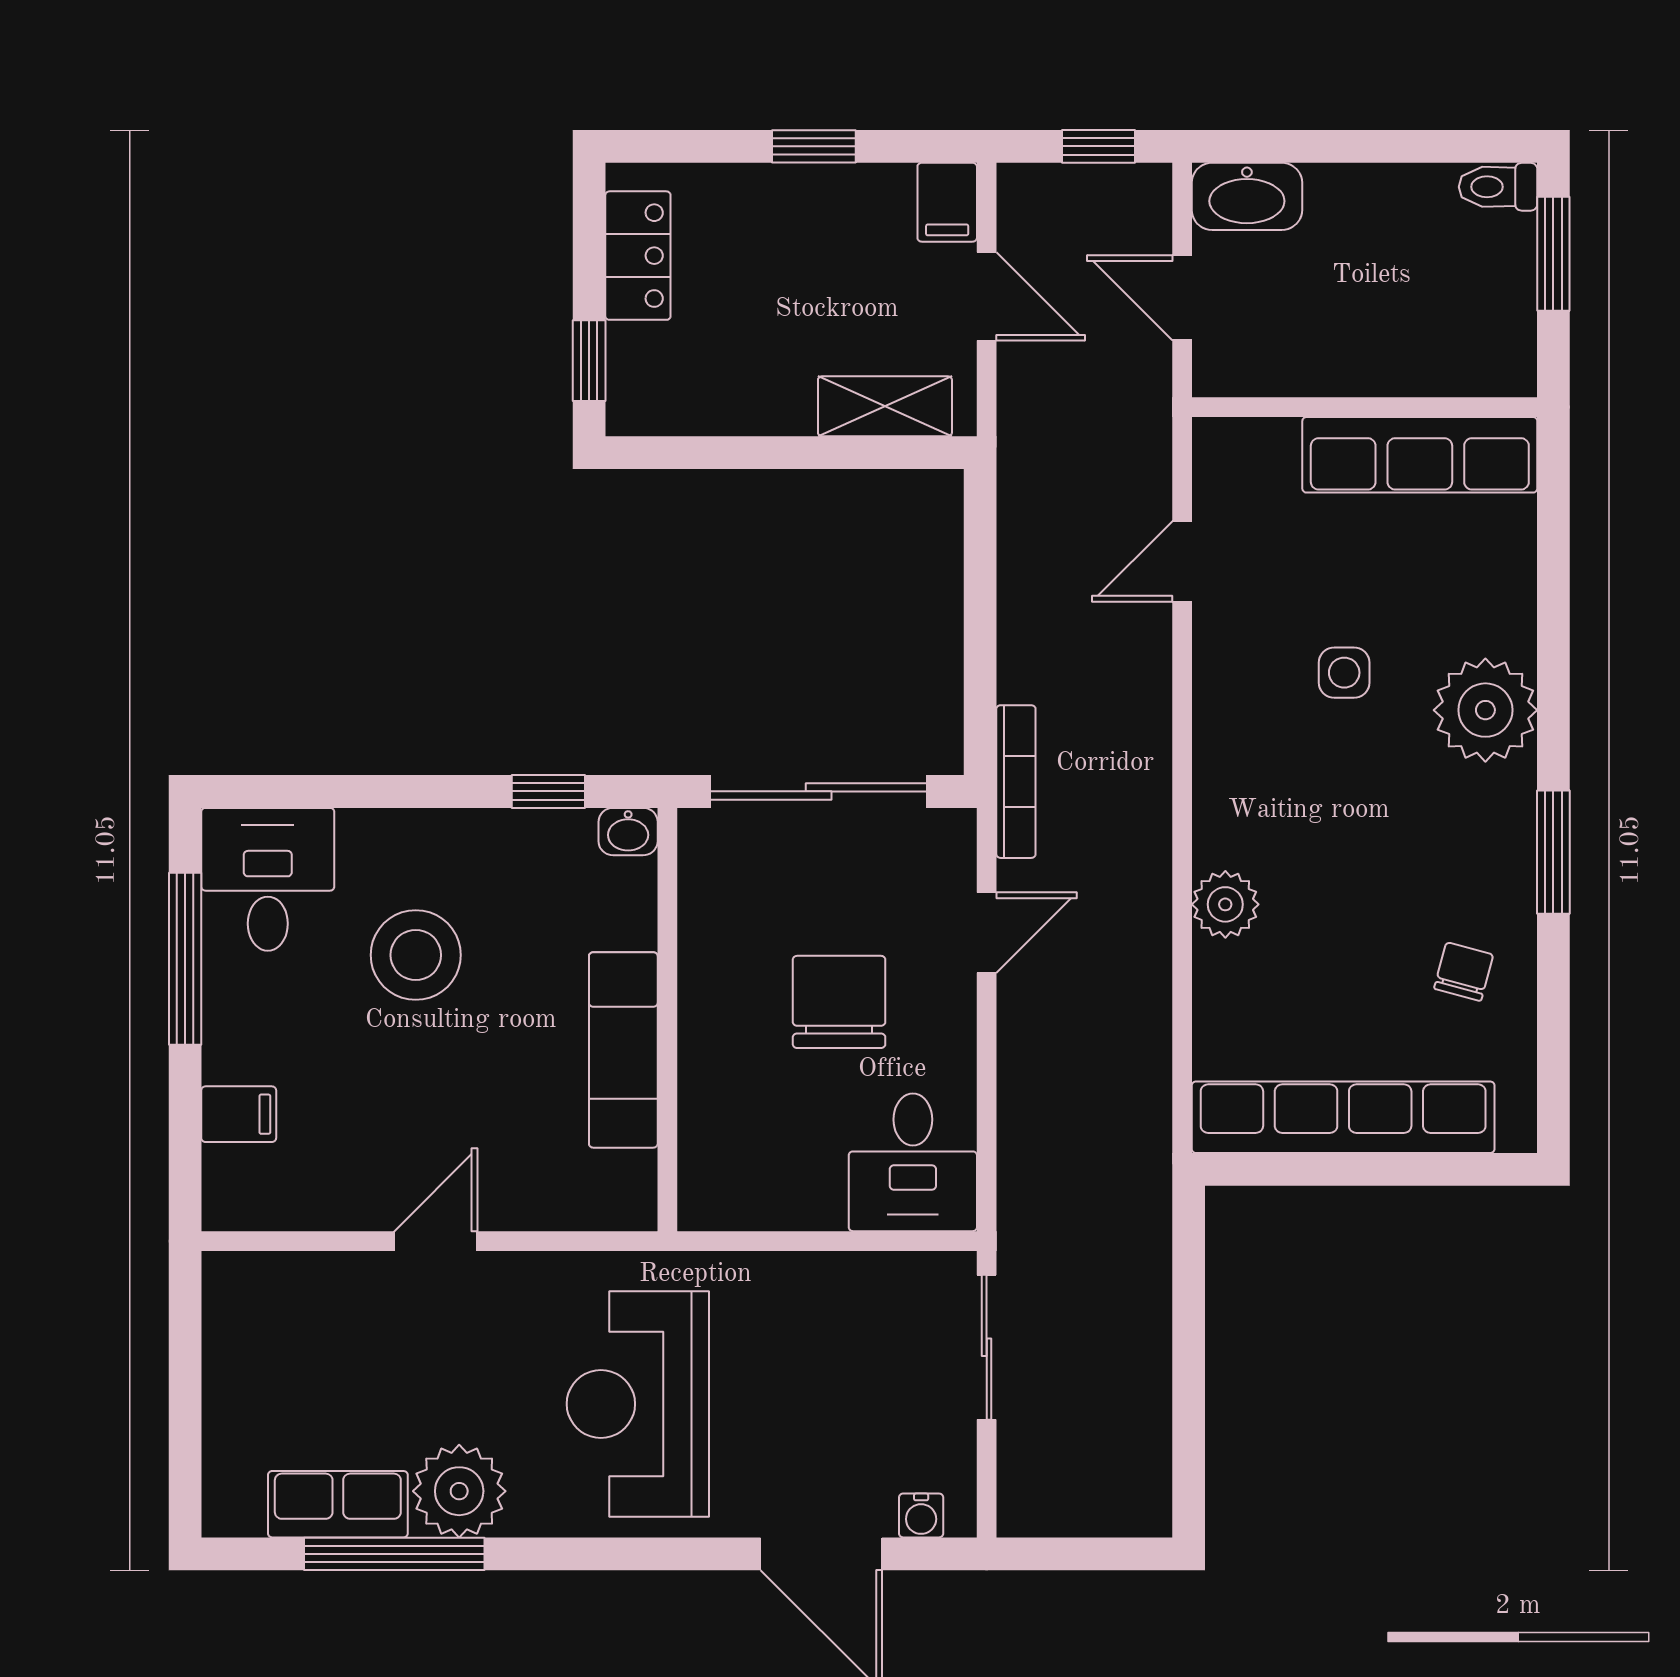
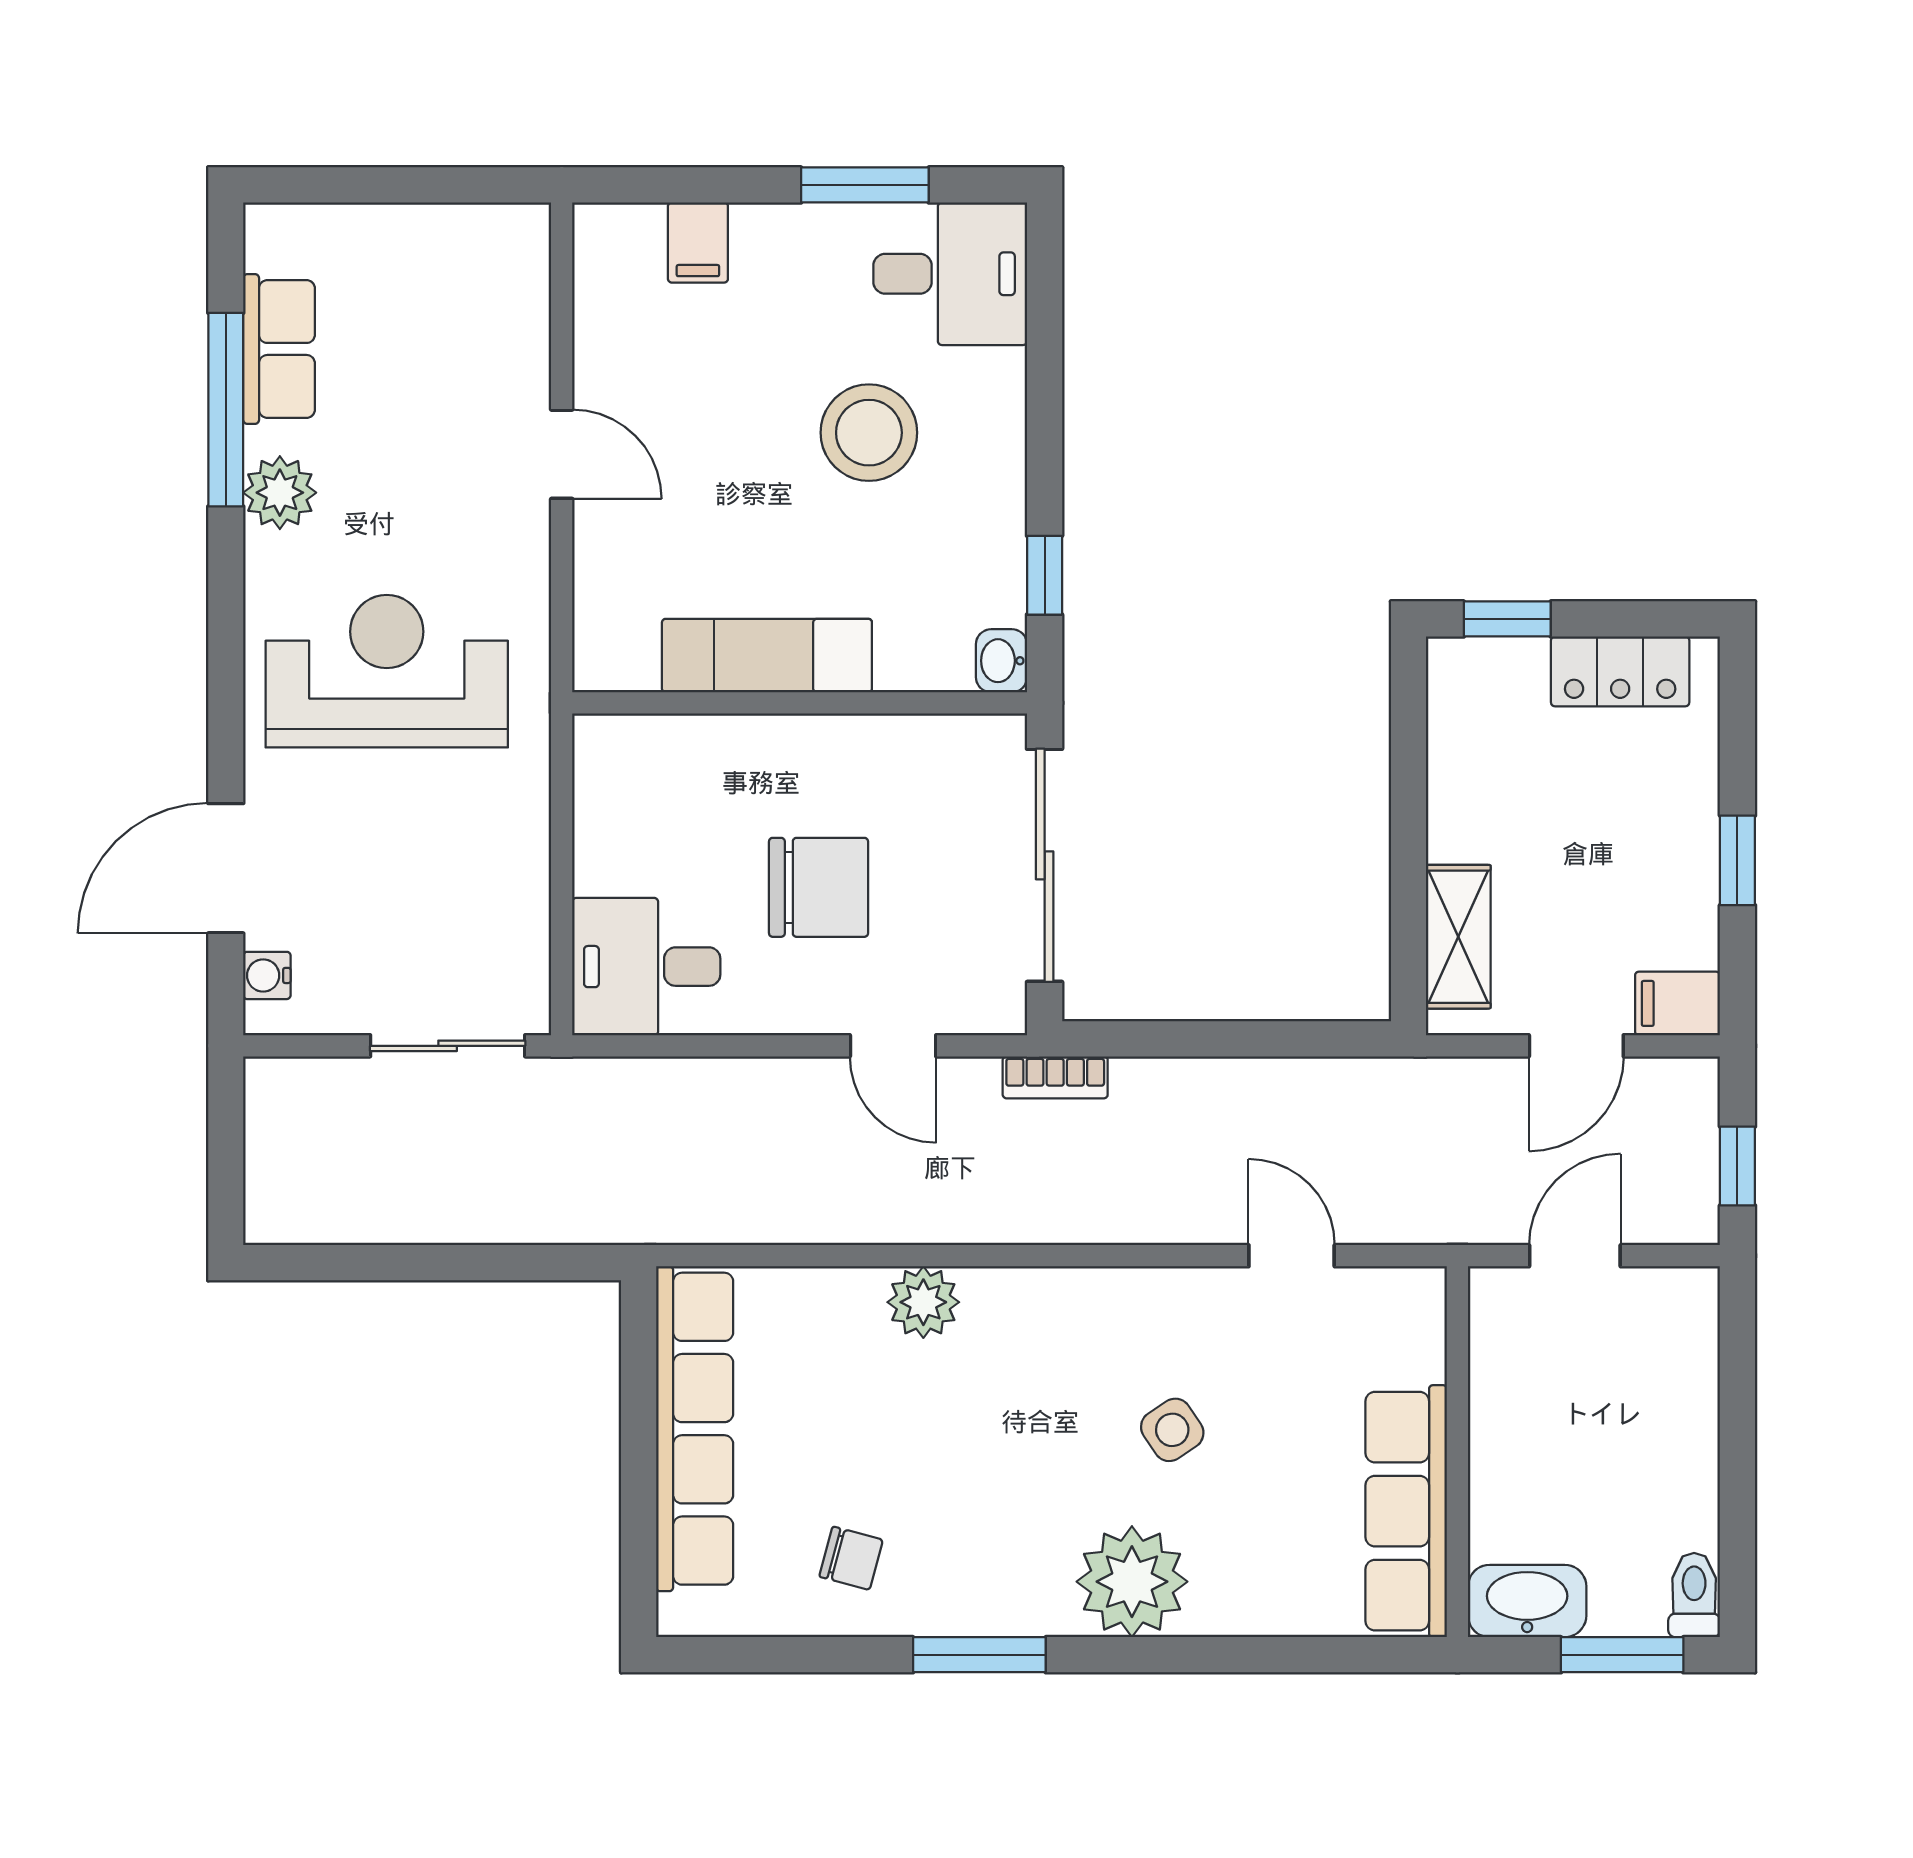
washbasin: (1247, 196) -> (1527, 1601), moved, turned 90
side table: (1344, 673) -> (1172, 1430), turned -34
bookcase: (1016, 782) -> (1055, 1077), width x0.64
window: (185, 959) -> (865, 185), width x0.69
plant: (459, 1491) -> (280, 493), width x0.73, depth x0.73

